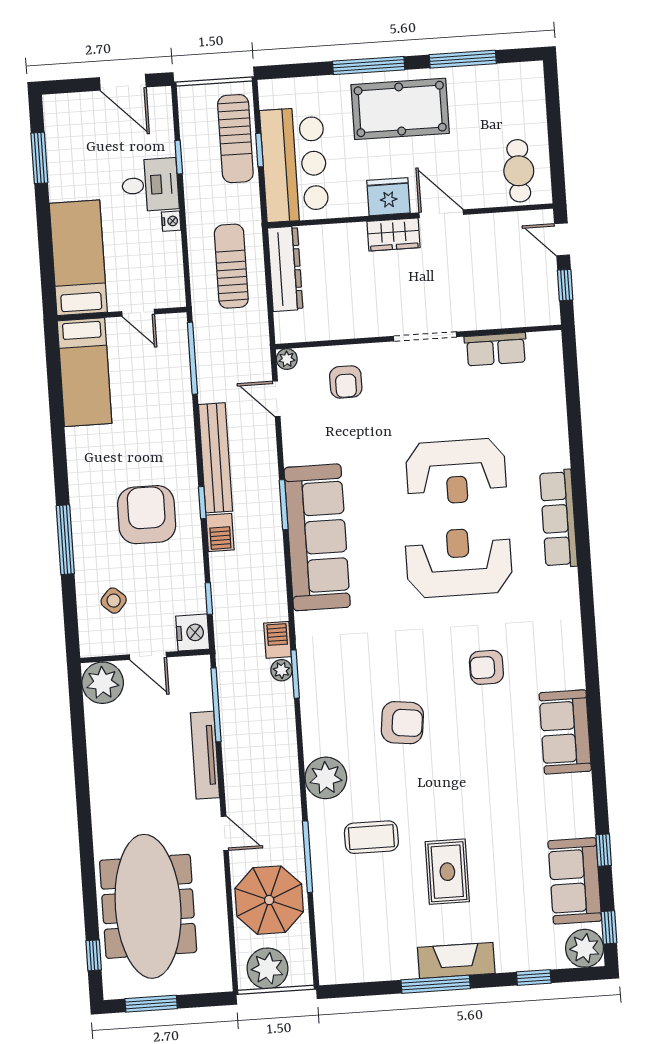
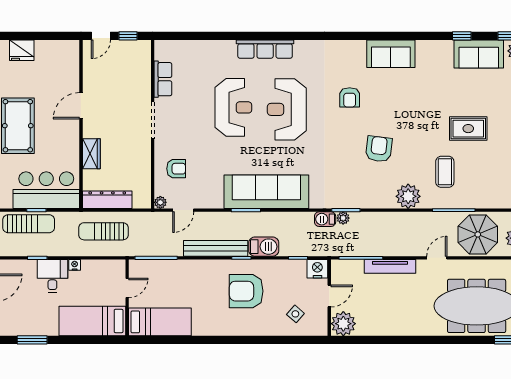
cafe table: (519, 171) -> (59, 58), removed
fridge: (388, 197) -> (22, 50), moved, turned -90
wardrobe: (394, 234) -> (91, 154), moved
barbecue: (220, 533) -> (264, 247), width x1.38, depth x1.27
window: (65, 540) -> (258, 340), removed

